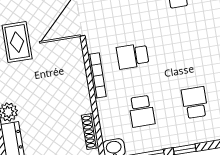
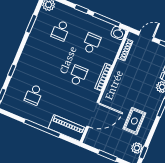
school desk: (133, 56) -> (78, 75), turned -90

